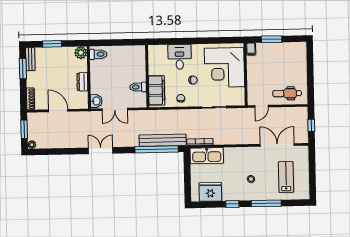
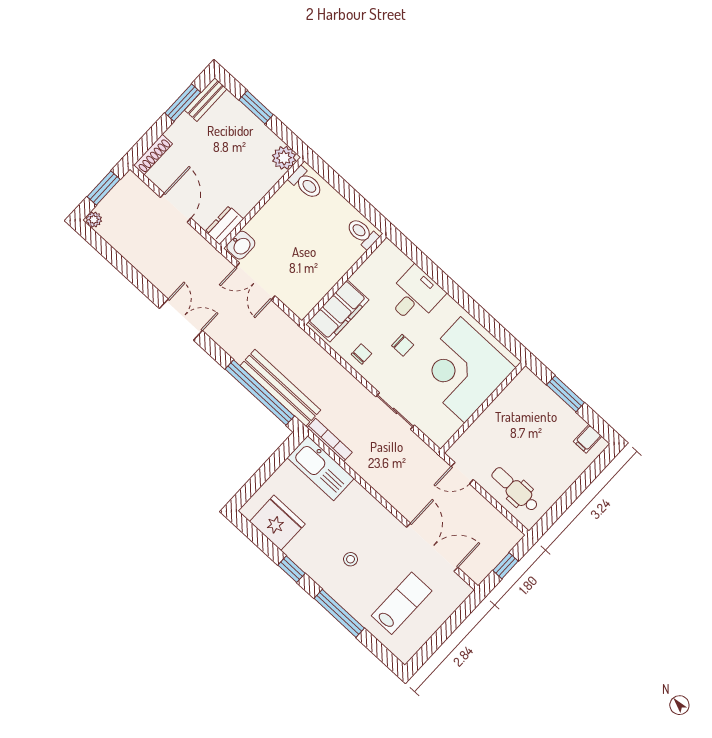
filing cabinet: (251, 49) -> (588, 439), moved
dresser: (82, 82) -> (224, 225), moved
toilet: (138, 87) -> (362, 233), moved

